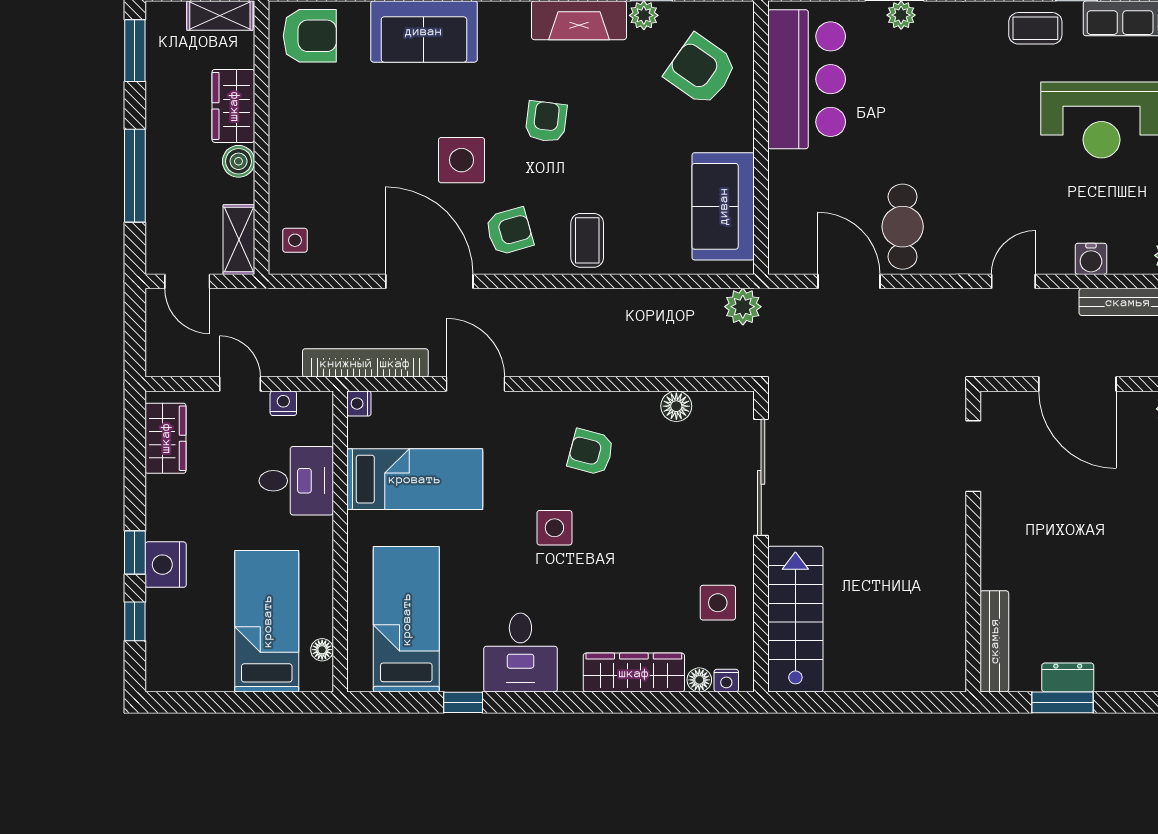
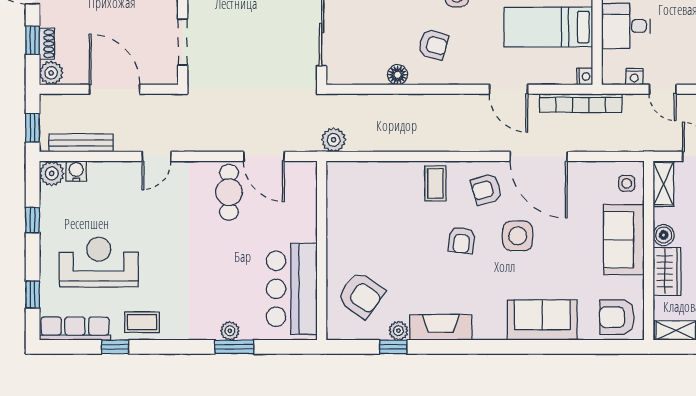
armchair: (546, 122) -> (462, 240), moved
sofa: (723, 206) -> (624, 240), moved, turned 180
water cooler: (1091, 259) -> (76, 171), moved
floor lamp: (676, 406) -> (398, 75), moved

